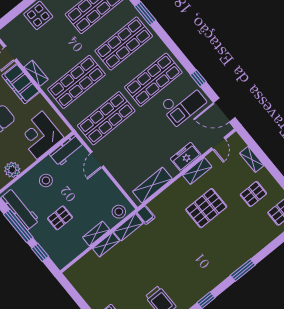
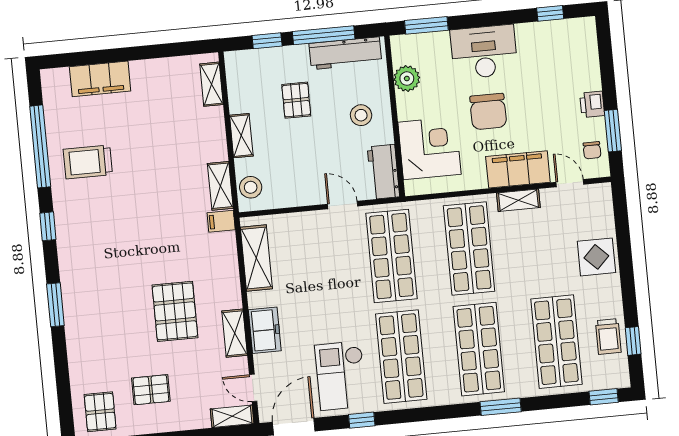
shelving: (252, 159) -> (232, 416), moved
pallet: (253, 194) -> (151, 390), turned 90
shelving: (106, 245) -> (212, 84), moved

